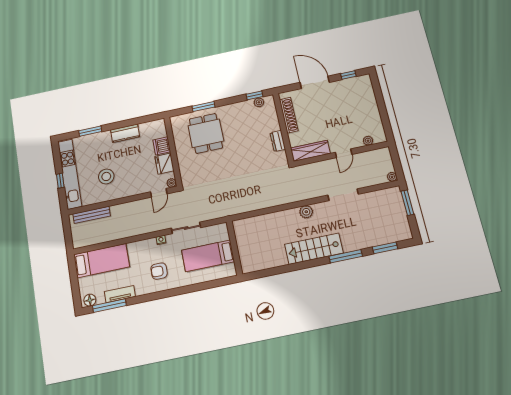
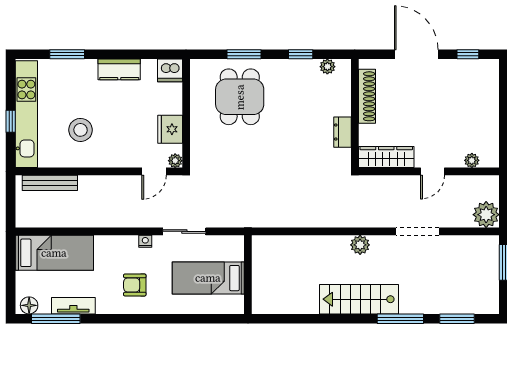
window: (255, 95) -> (301, 54), moved
dishwasher: (162, 146) -> (170, 70), moved, turned -90
plant: (392, 177) -> (486, 215), width x1.87, depth x1.87

